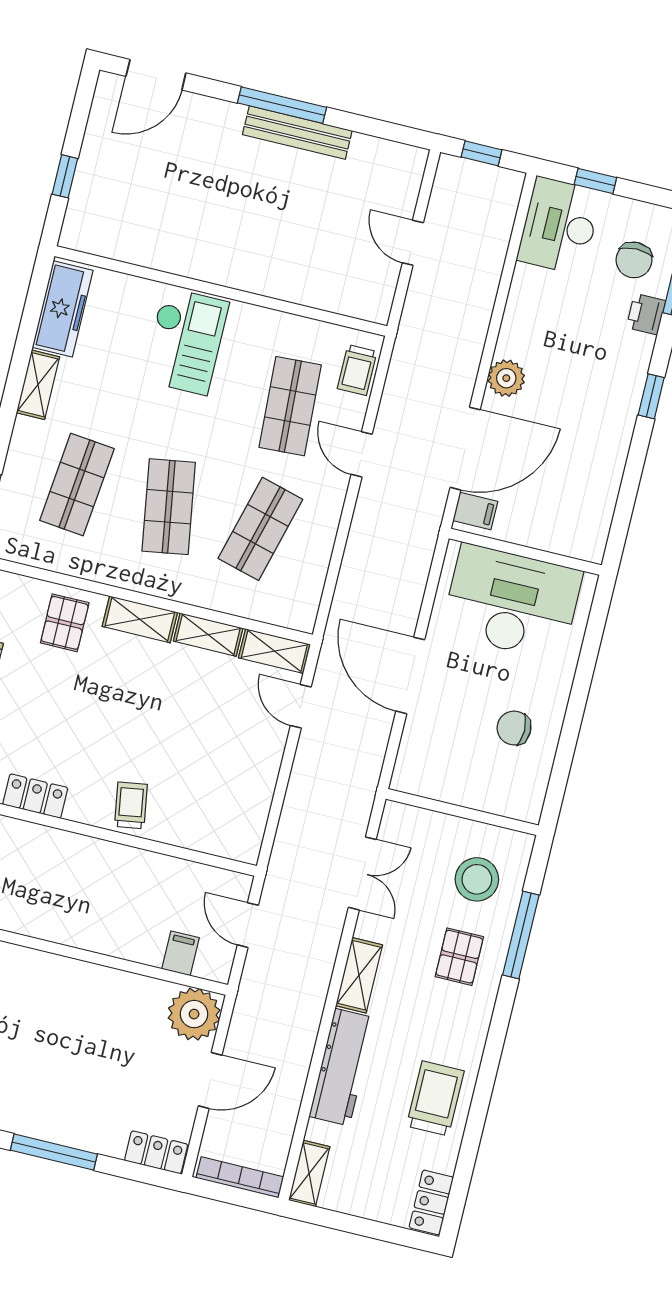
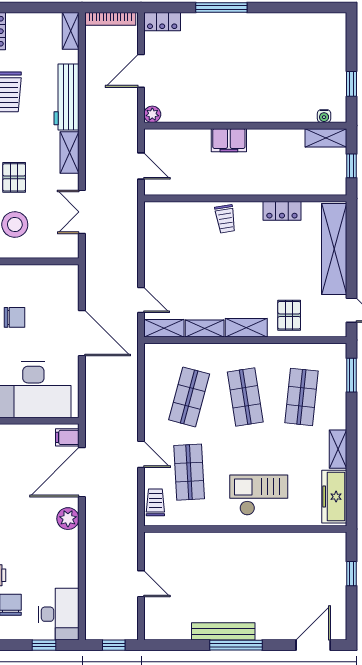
checkout: (185, 341) -> (259, 495), turned 90
filing cabinet: (181, 953) -> (229, 140), moved, width x2.00
plant: (194, 1014) -> (152, 114), width x0.53, depth x0.53

